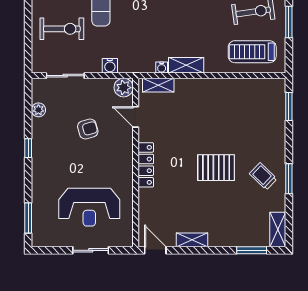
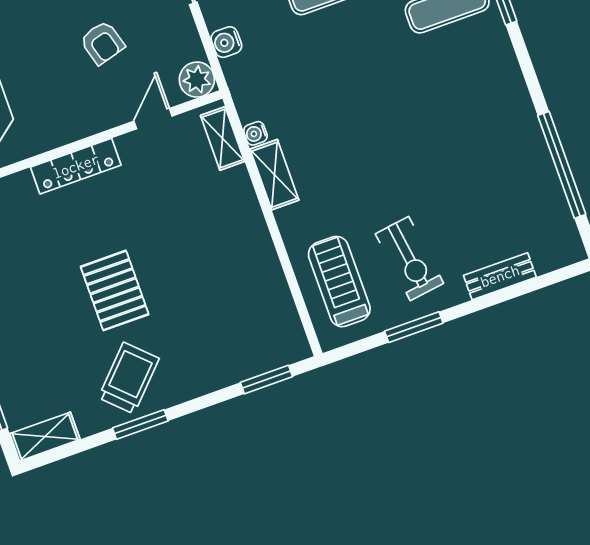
trolley: (263, 176) -> (129, 378), width x1.36, depth x1.39

